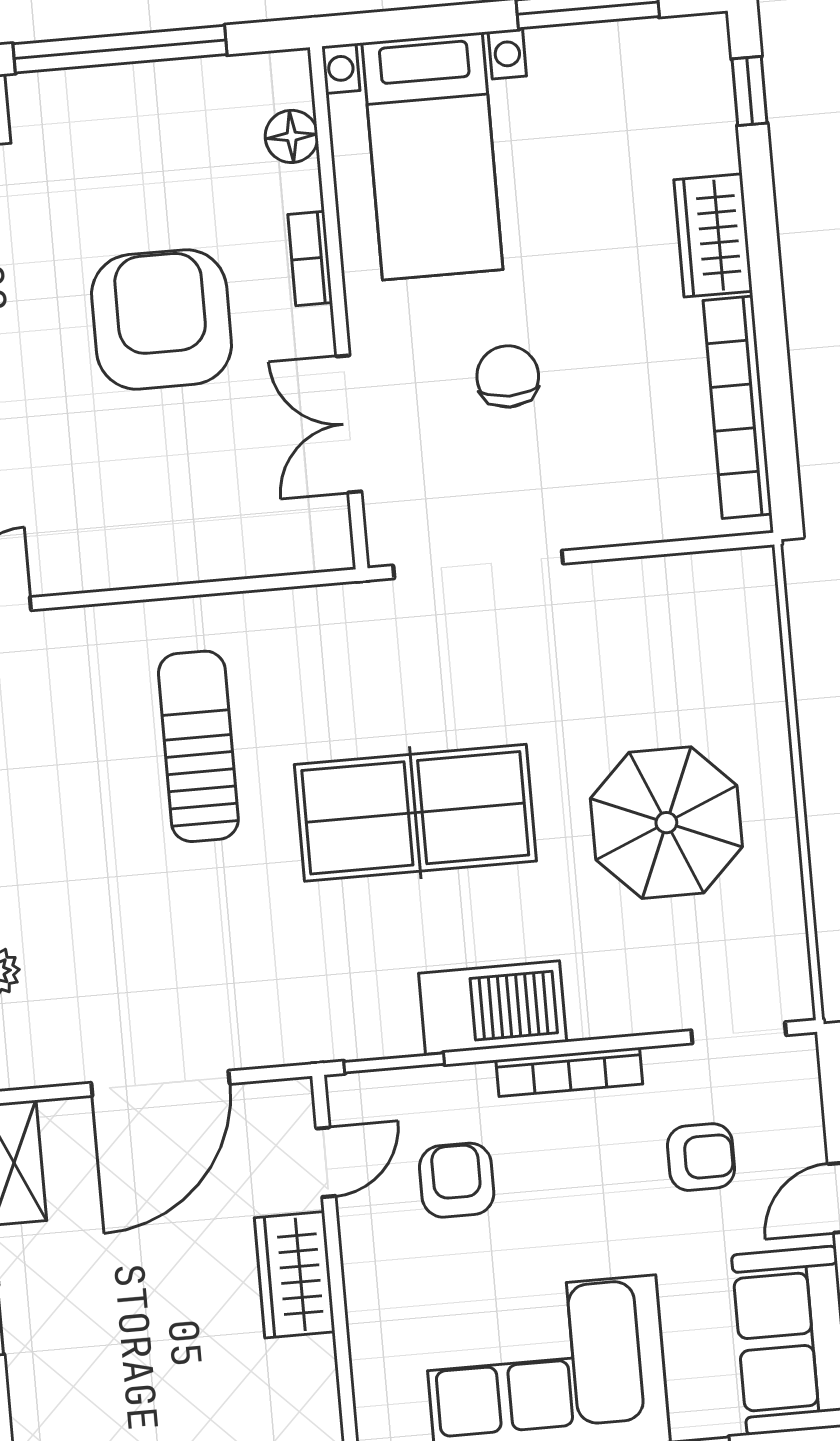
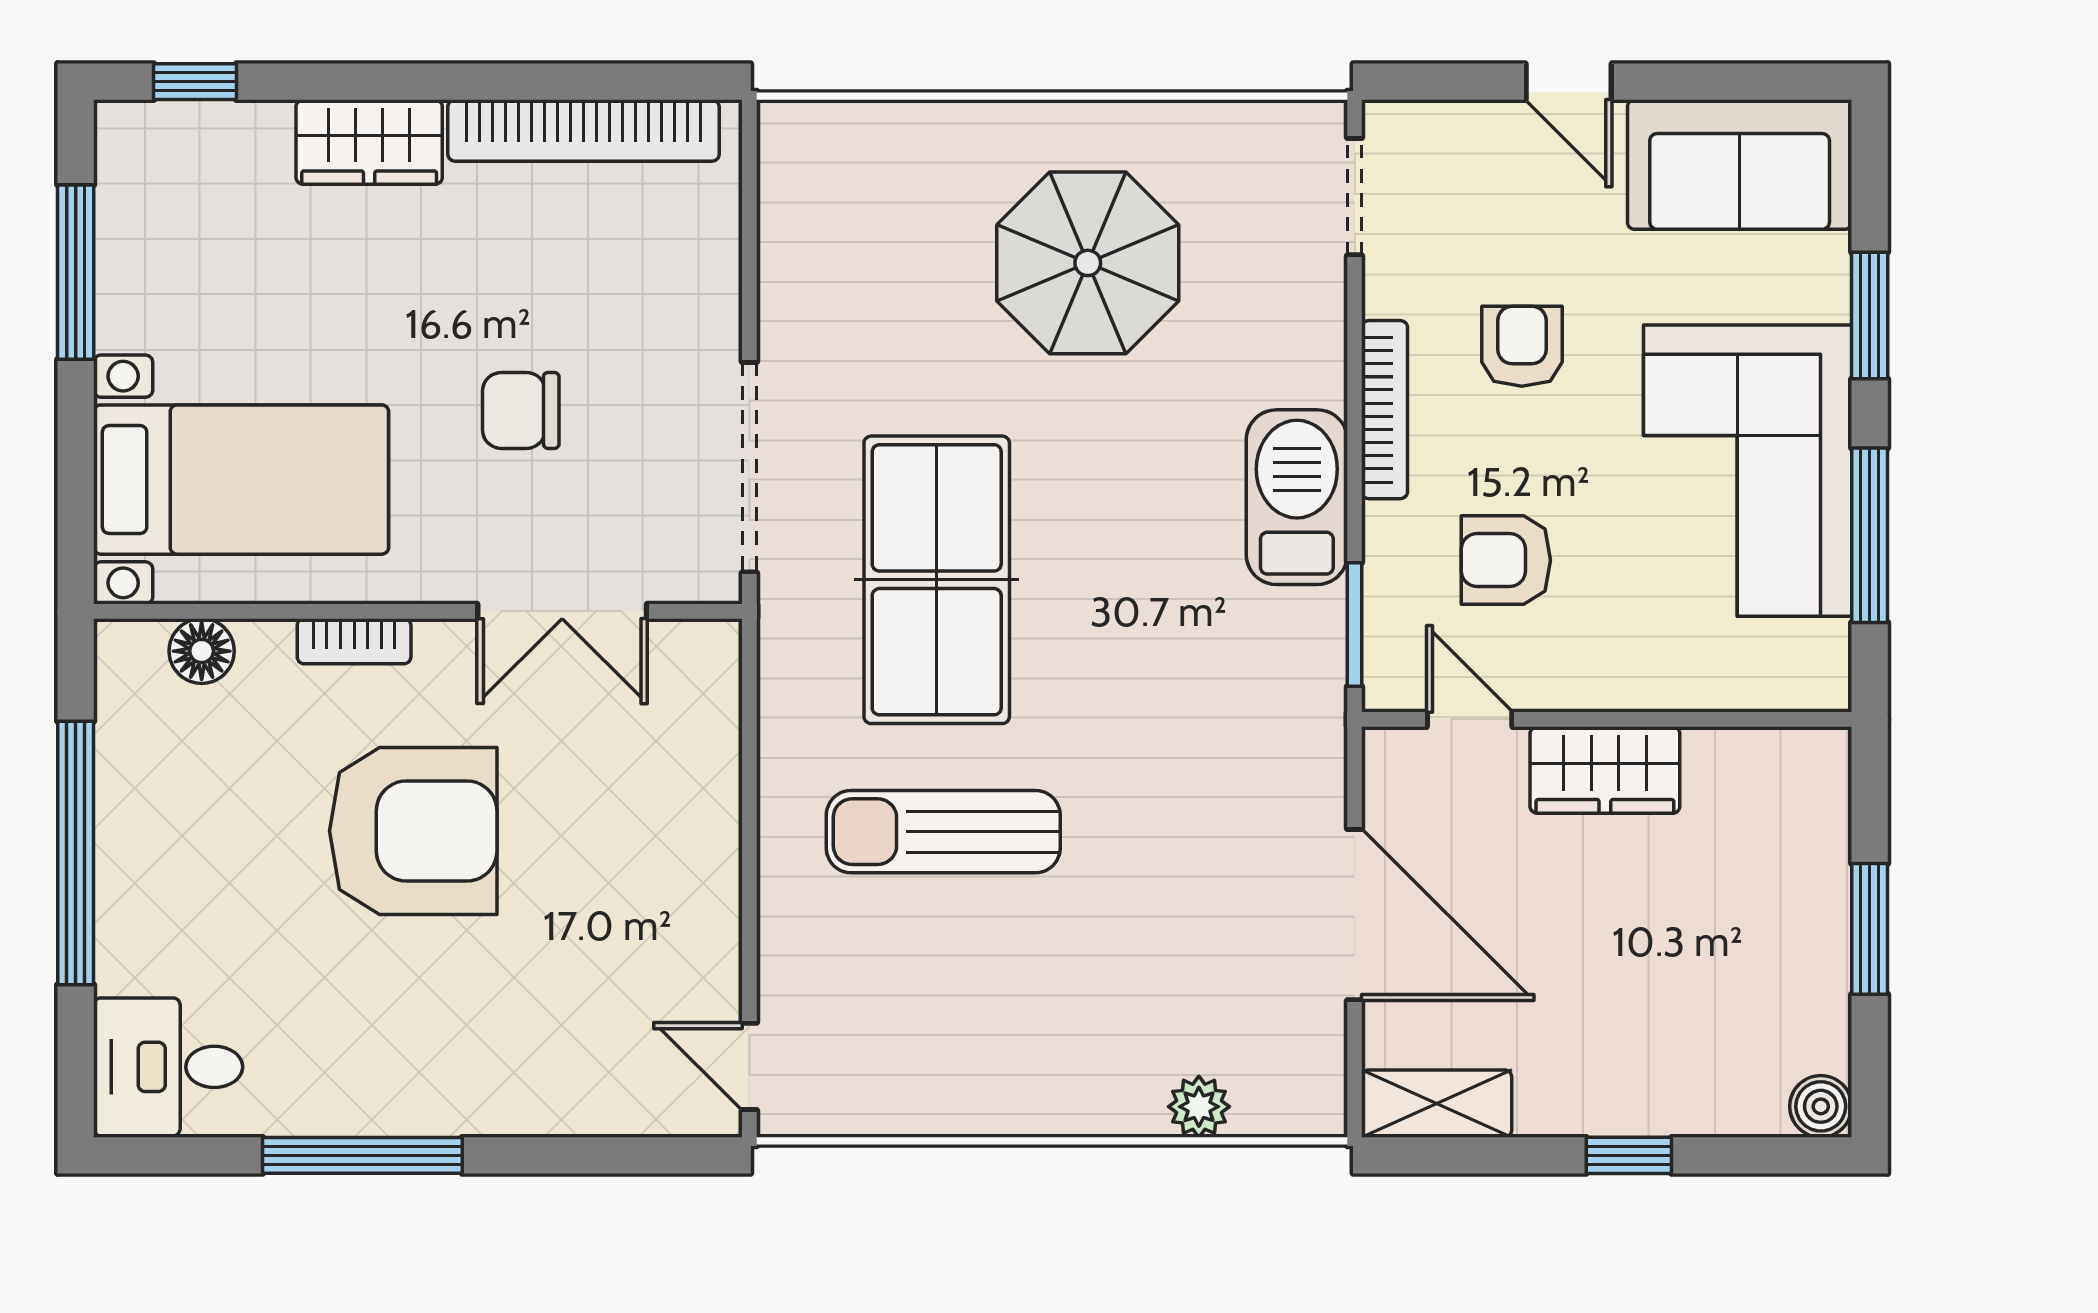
armchair: (162, 319) -> (413, 831), turned 180
table tennis table: (415, 813) -> (937, 580), moved
armchair: (701, 1157) -> (1522, 346), moved

